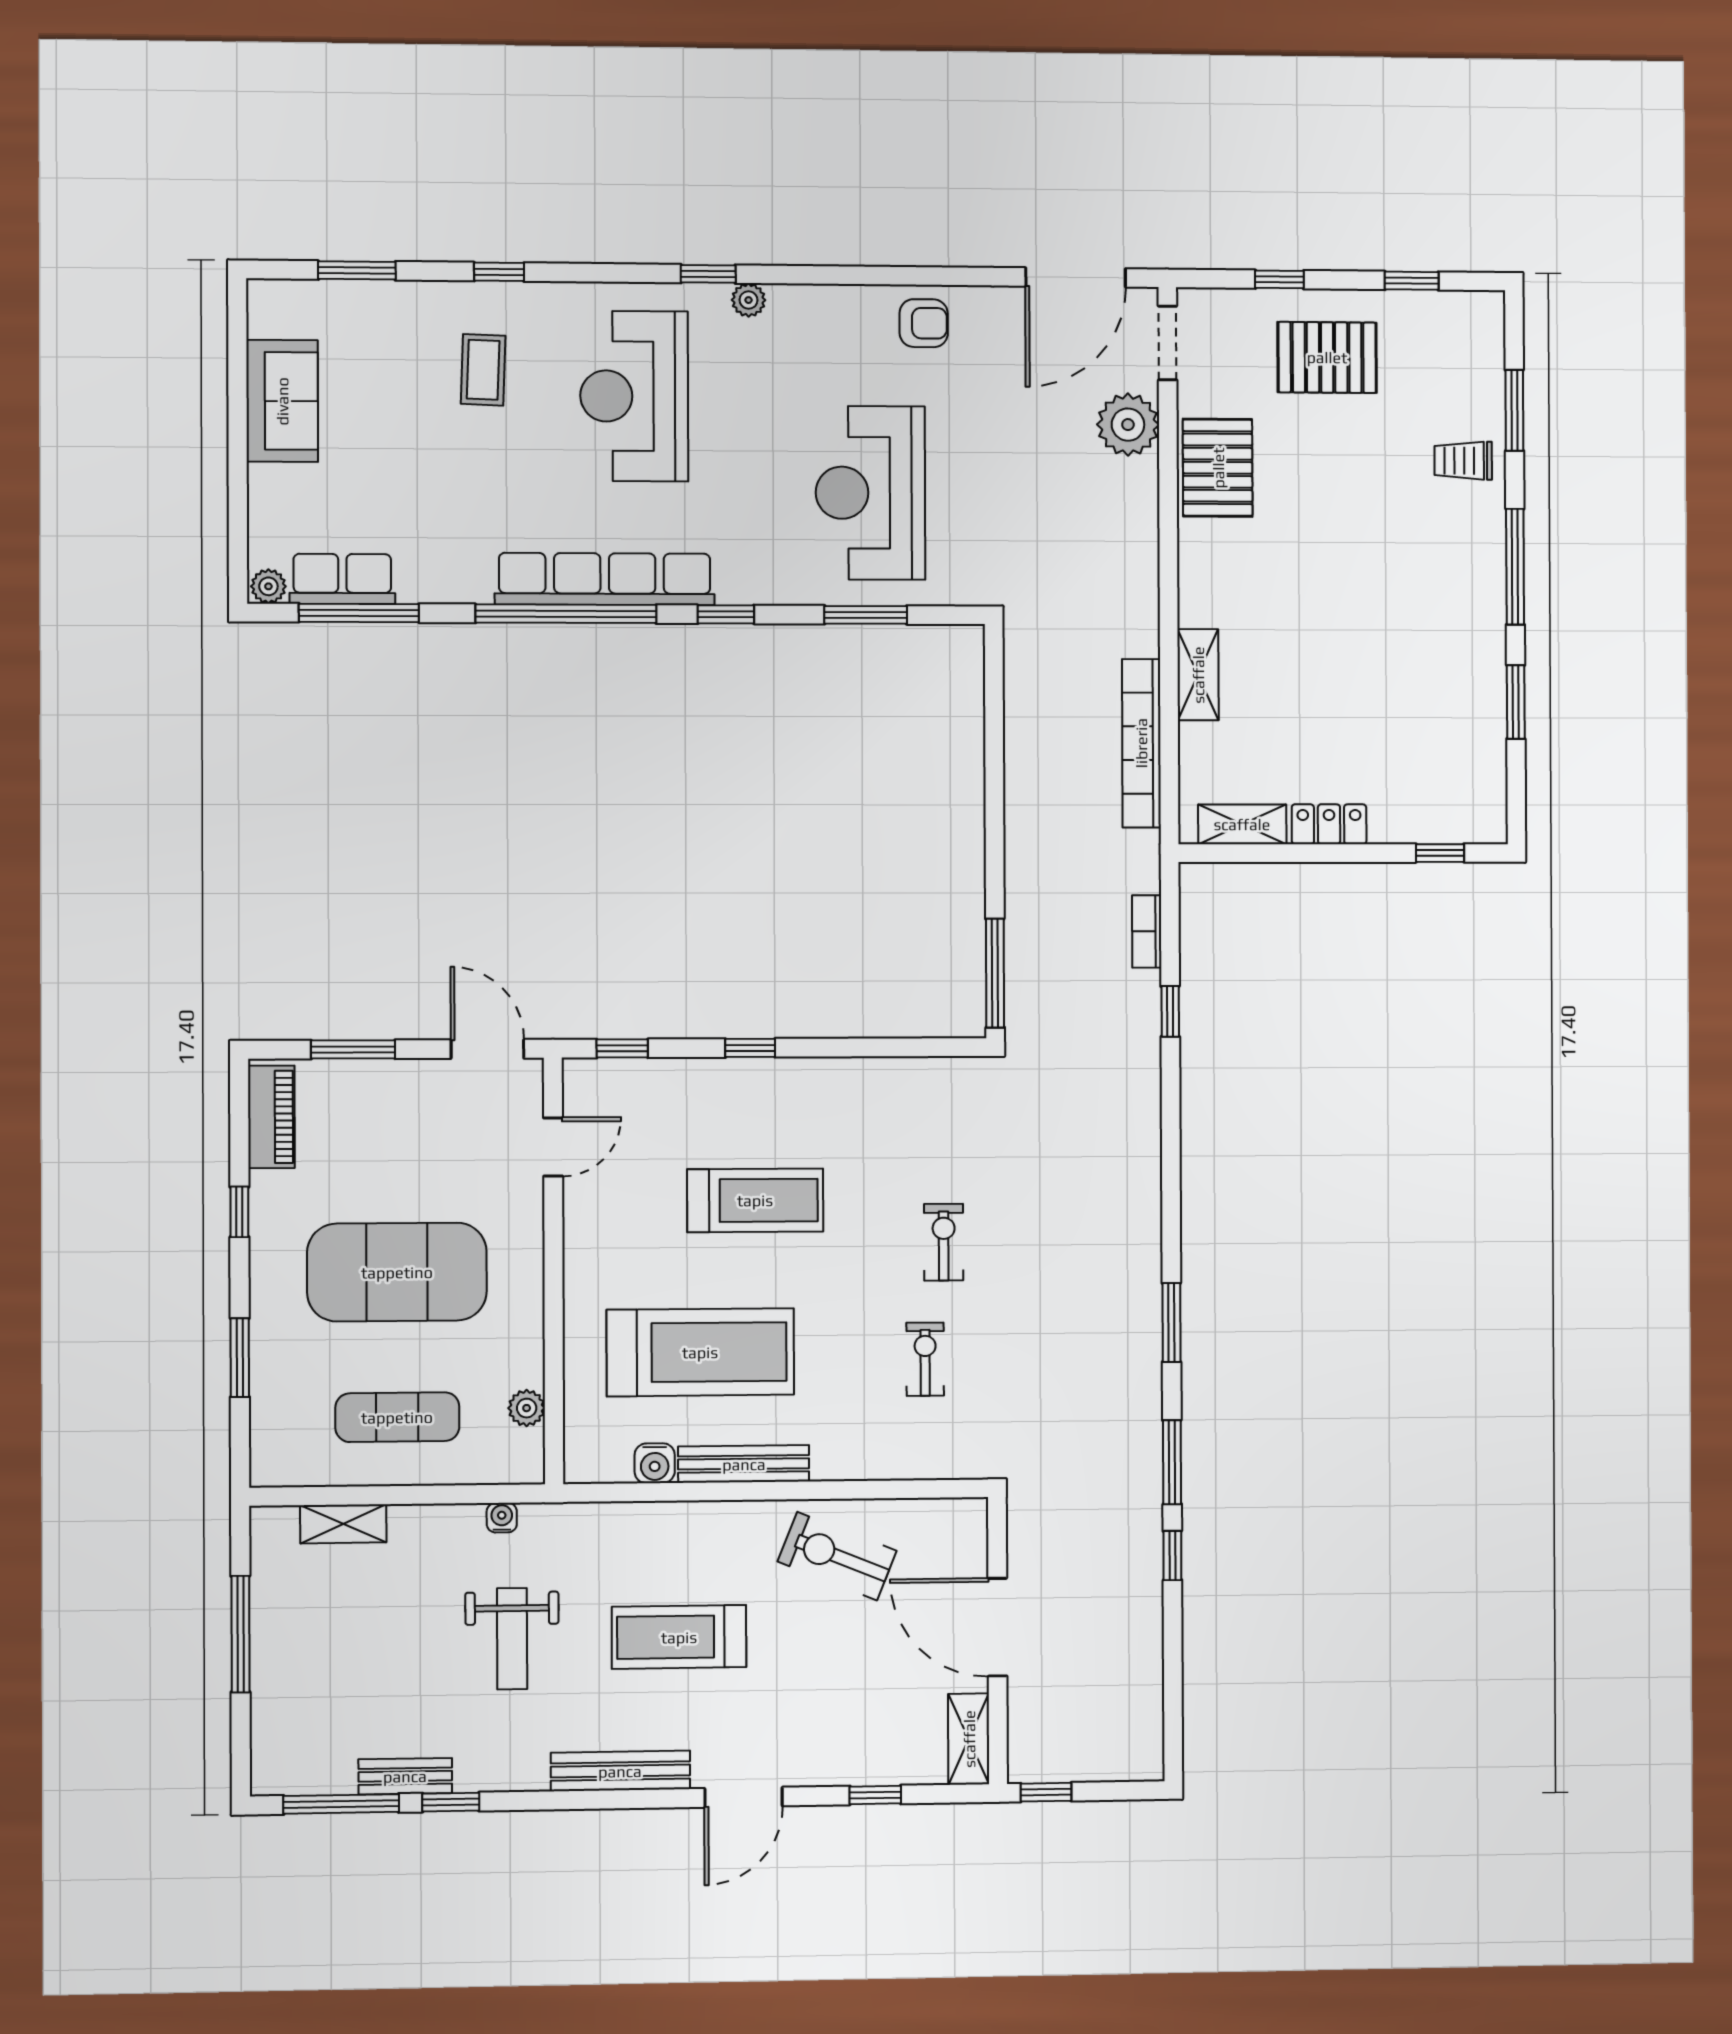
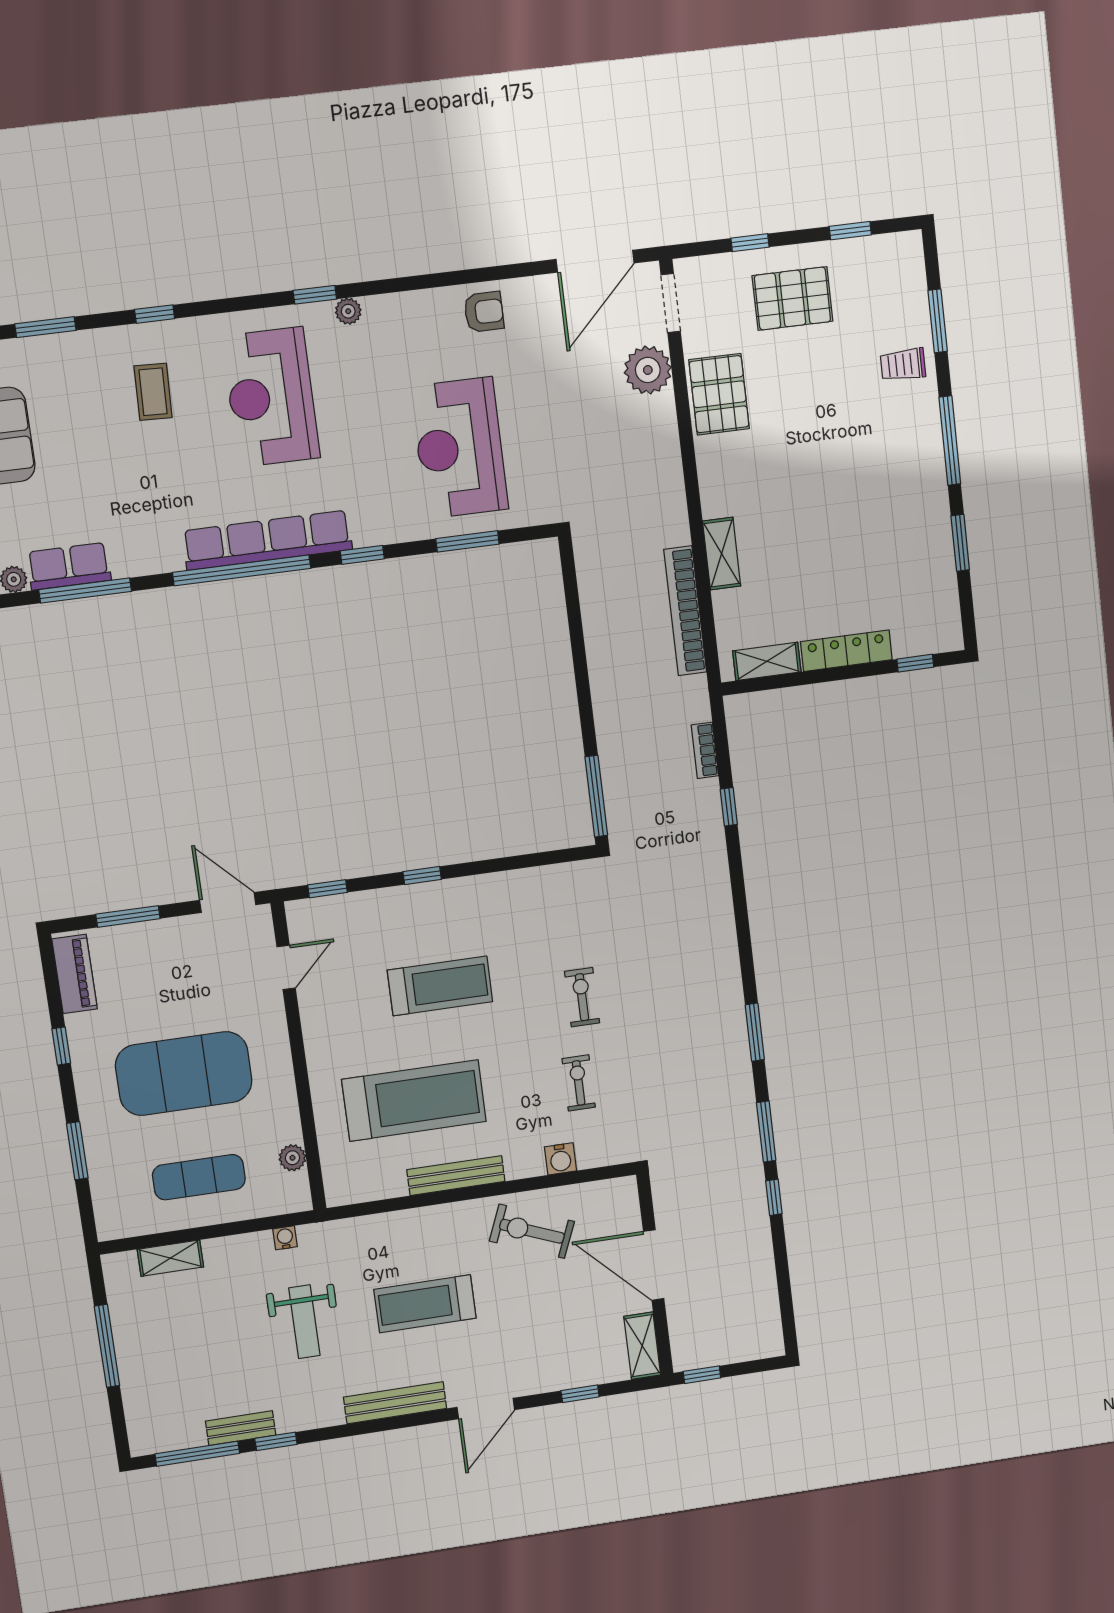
locker: (1329, 824) -> (846, 651), width x1.53
water cooler: (655, 1463) -> (560, 1159), moved

